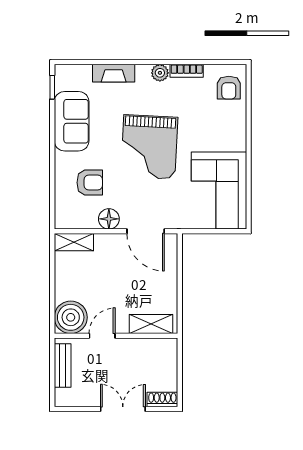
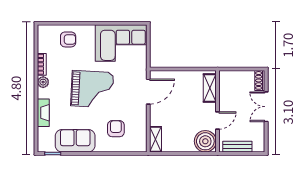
armchair: (229, 88) -> (68, 39), moved
floor lamp: (109, 219) -> (140, 116), removed
door: (102, 336) -> (218, 120), swing flipped

